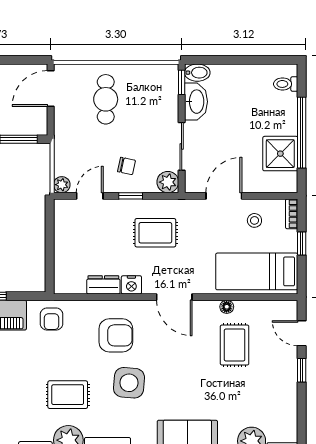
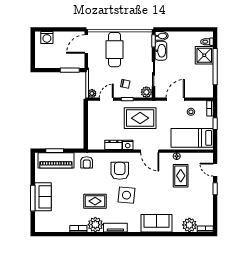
cafe table: (106, 99) -> (115, 50), width x1.37, depth x1.35
shower: (280, 154) -> (204, 55), moved
rug: (155, 233) -> (140, 118), width x1.36, depth x1.43
armchair: (116, 335) -> (120, 171), turned -90

